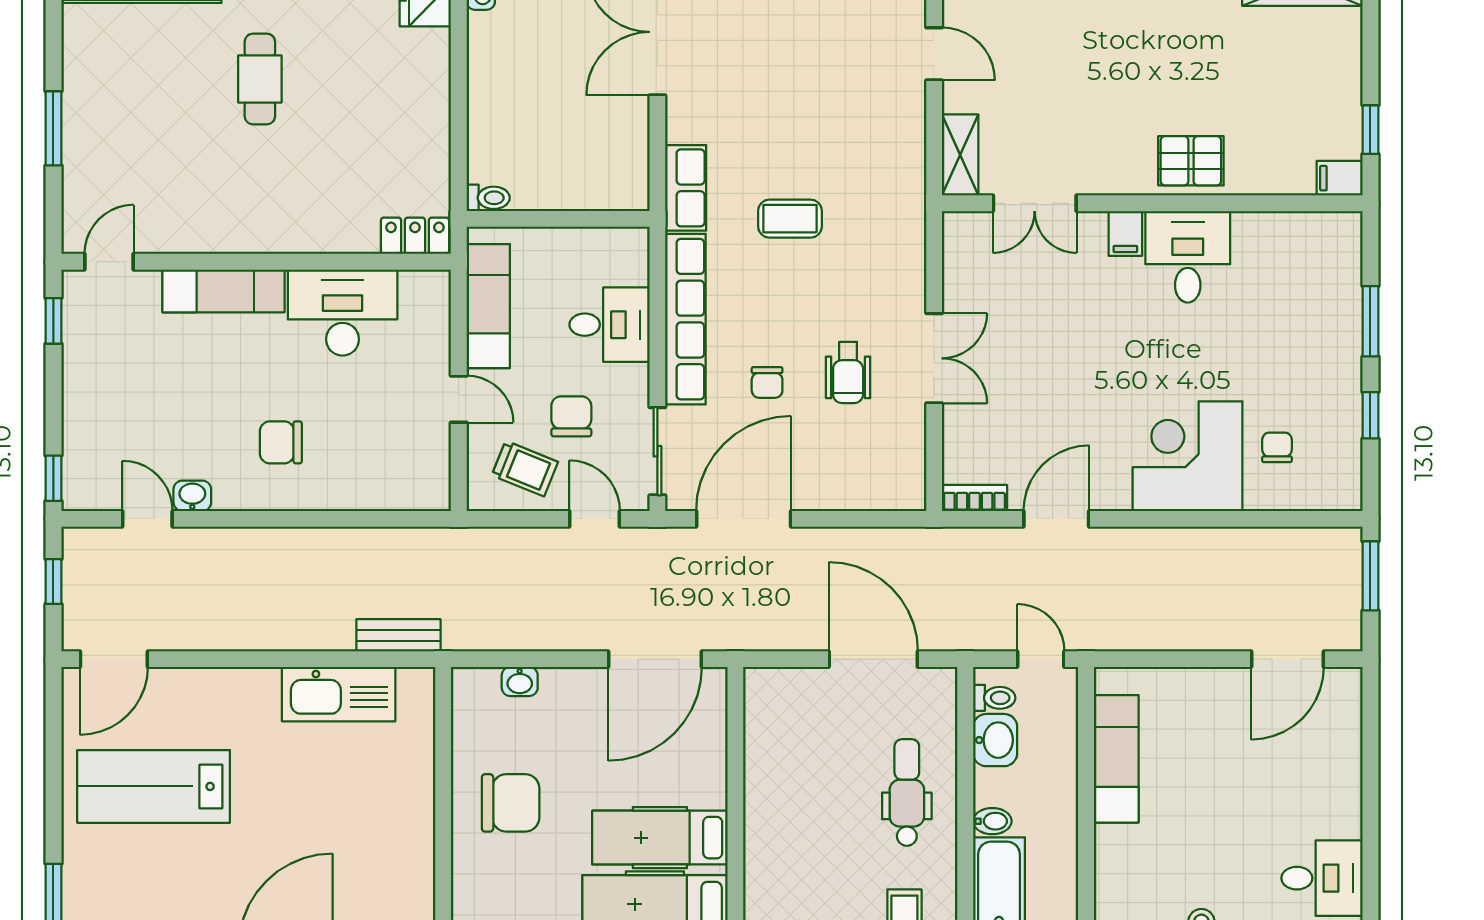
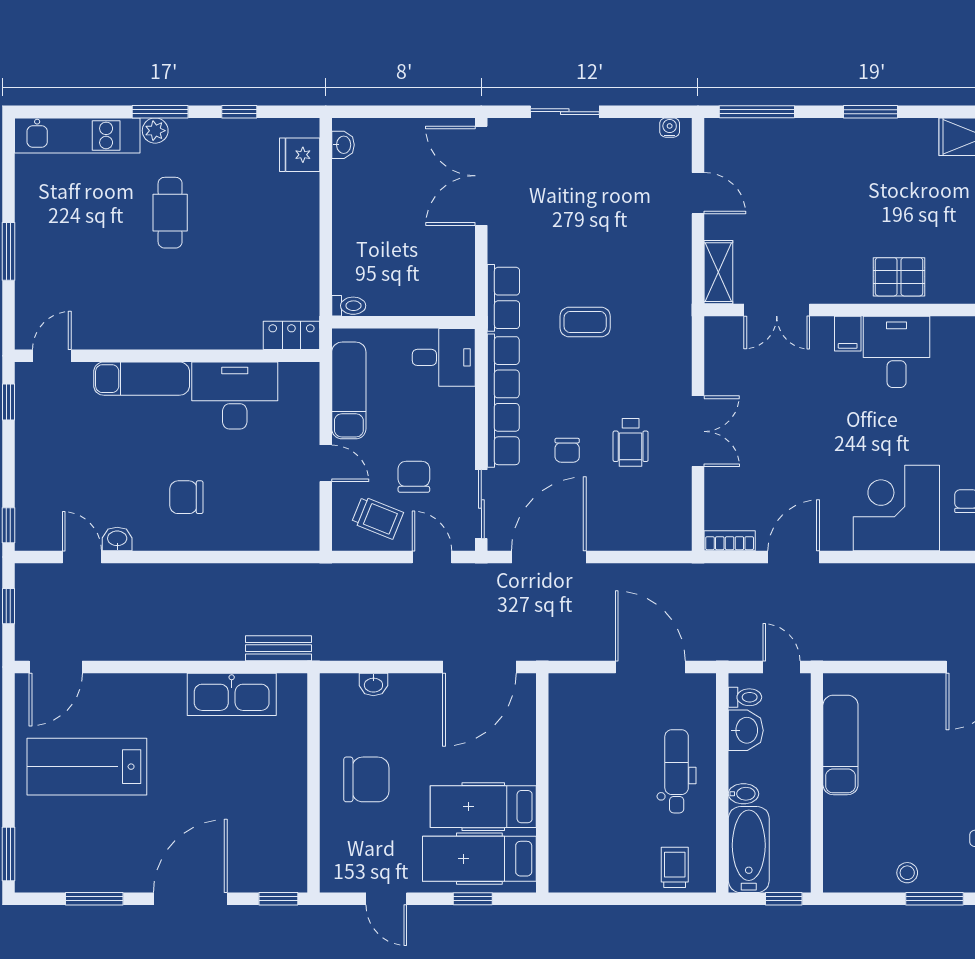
desk: (610, 325) -> (444, 357), moved

